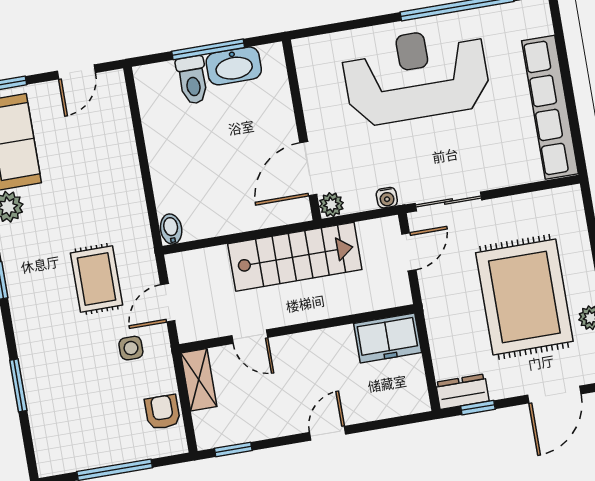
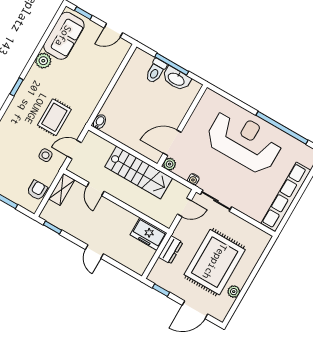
dresser: (462, 392) -> (171, 250), moved, turned 90
door: (328, 433) -> (94, 252), swing flipped

